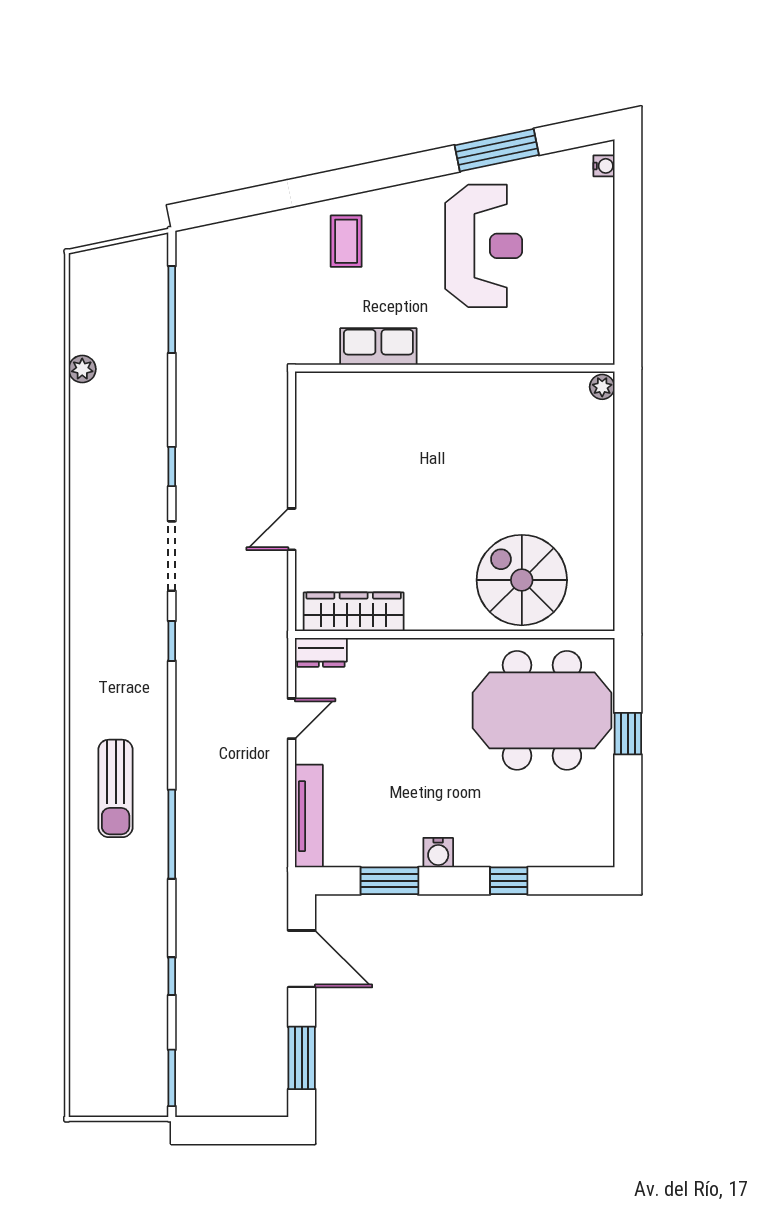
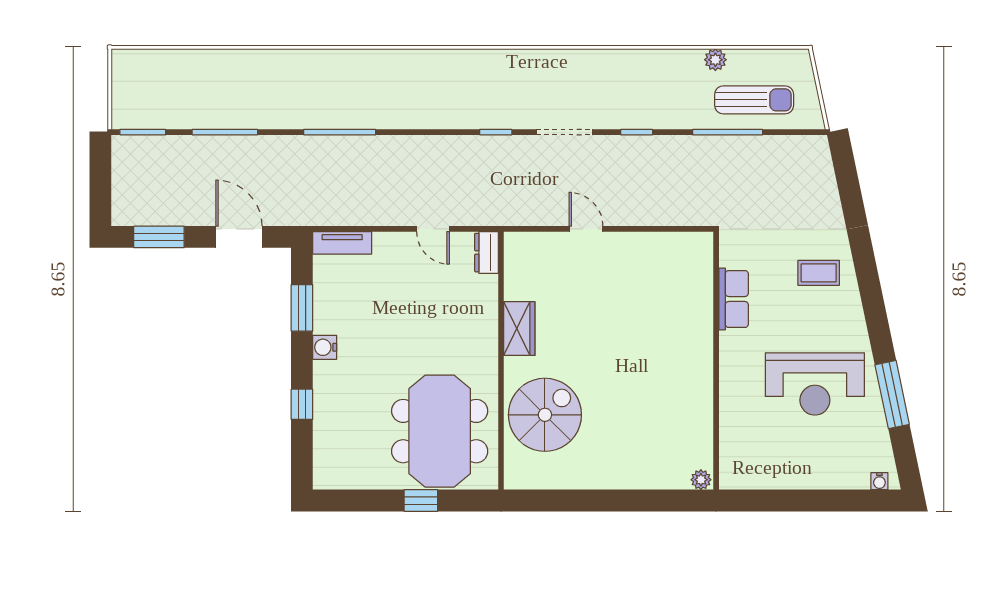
window: (172, 309) -> (728, 132), moved
wardrobe: (354, 612) -> (519, 329), moved, width x0.67
sun lounger: (116, 788) -> (754, 100), moved, turned 180
tv unit: (309, 816) -> (342, 243), width x0.71
door: (302, 959) -> (239, 237), swing flipped
window: (172, 976) -> (225, 132), width x2.17

